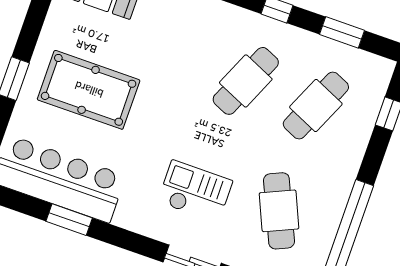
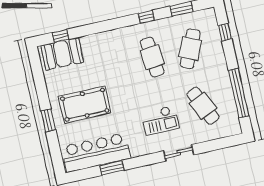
cafe table: (246, 81) -> (152, 57), turned -30
checkout: (195, 191) -> (160, 120), turned 180

